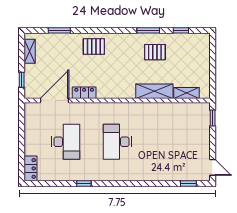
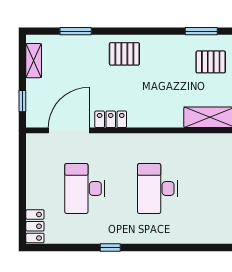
desk: (66, 142) -> (85, 188), turned 180

